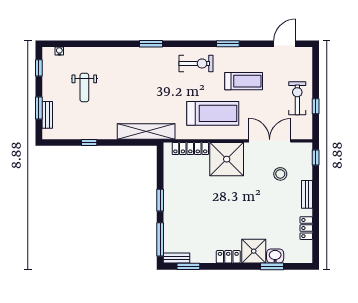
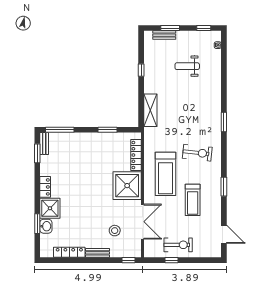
exercise bike: (196, 63) -> (197, 153), moved, turned -84
shelving: (146, 131) -> (150, 110), width x0.68
window: (160, 200) -> (107, 130), moved
locker: (306, 228) -> (69, 252), width x1.53

